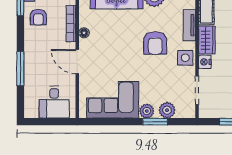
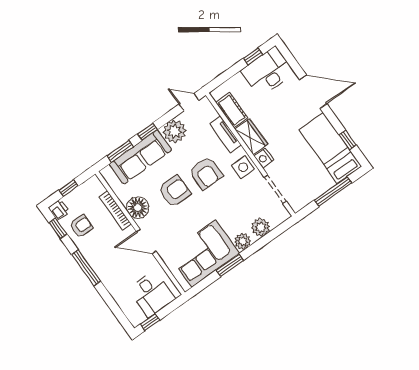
armchair: (38, 17) -> (81, 226), turned -90
floor lamp: (84, 33) -> (138, 208), width x1.89, depth x1.89
armchair: (123, 40) -> (174, 191), added
window: (20, 69) -> (86, 268), moved
window: (39, 122) -> (150, 322), added
window: (155, 122) -> (230, 265), moved

